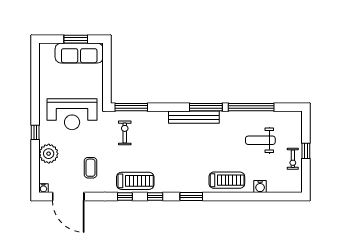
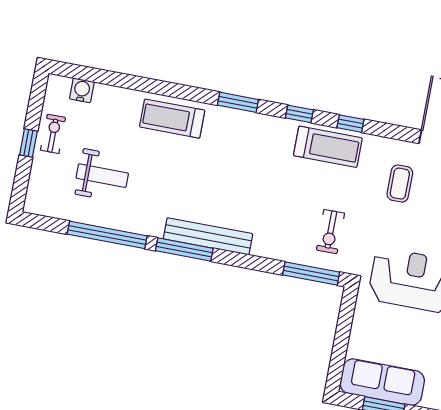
treadmill: (135, 181) -> (328, 147), turned 180
water cooler: (260, 187) -> (82, 90), moved

